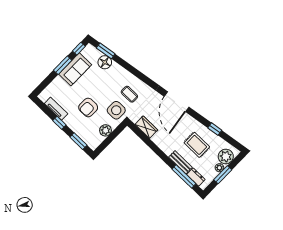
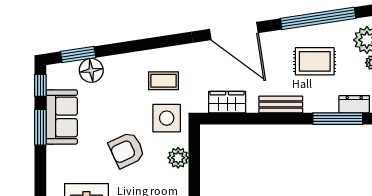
armchair: (88, 107) -> (127, 150), turned 65
window: (215, 129) -> (318, 18), width x3.17
bench: (180, 162) -> (281, 104), moved

